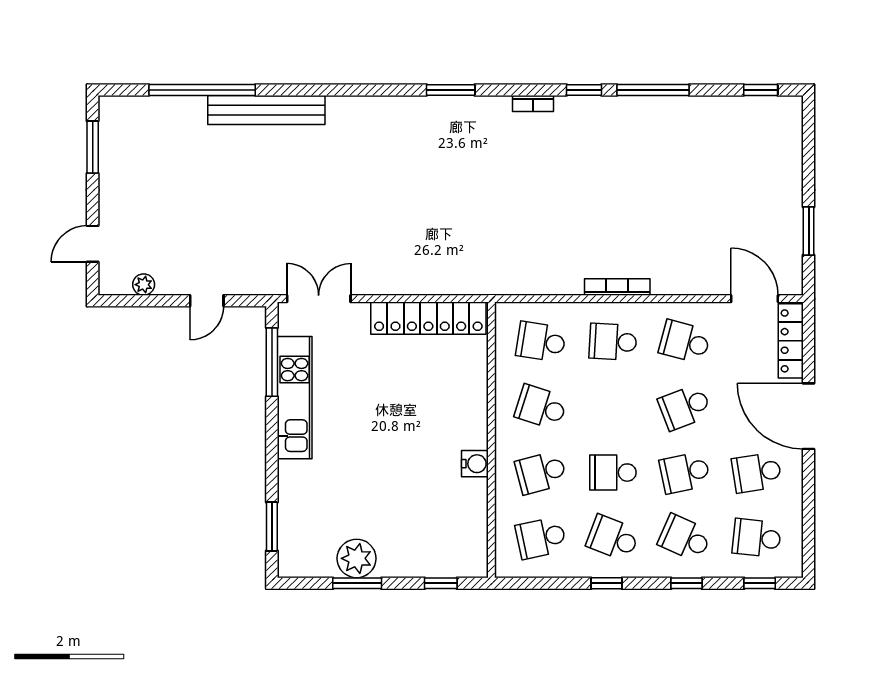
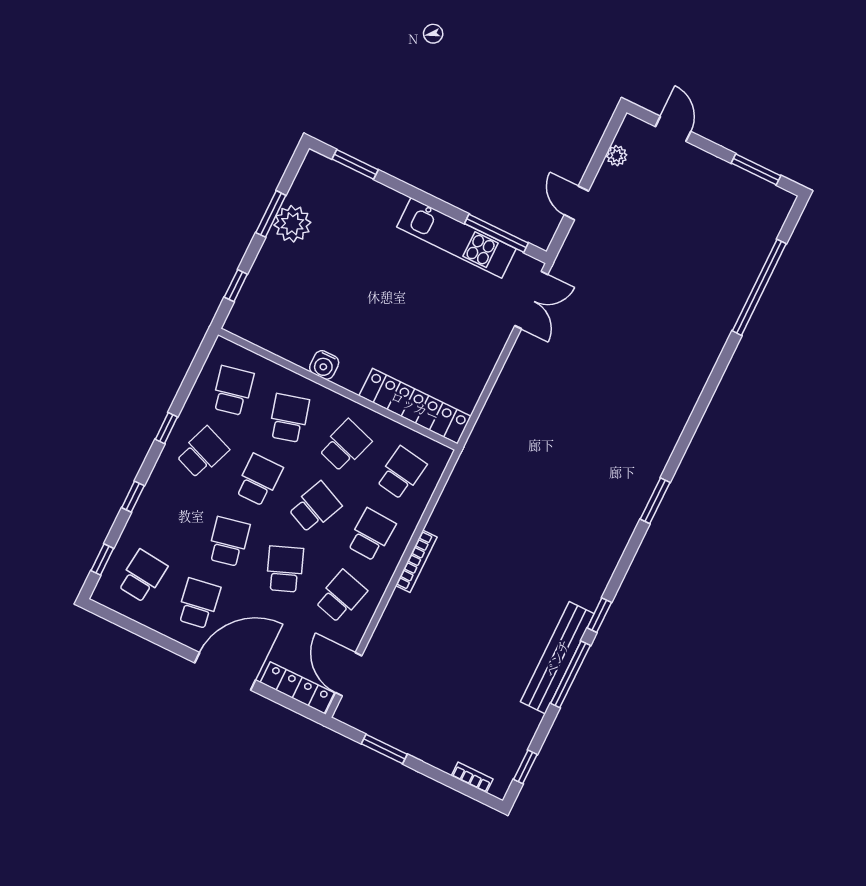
bookcase: (533, 104) -> (472, 777), moved, turned 90
bench: (266, 110) -> (557, 658), moved
door: (755, 299) -> (349, 674), swing flipped
locker: (428, 318) -> (415, 406), moved, turned 90
school desk: (685, 538) -> (315, 507), moved

